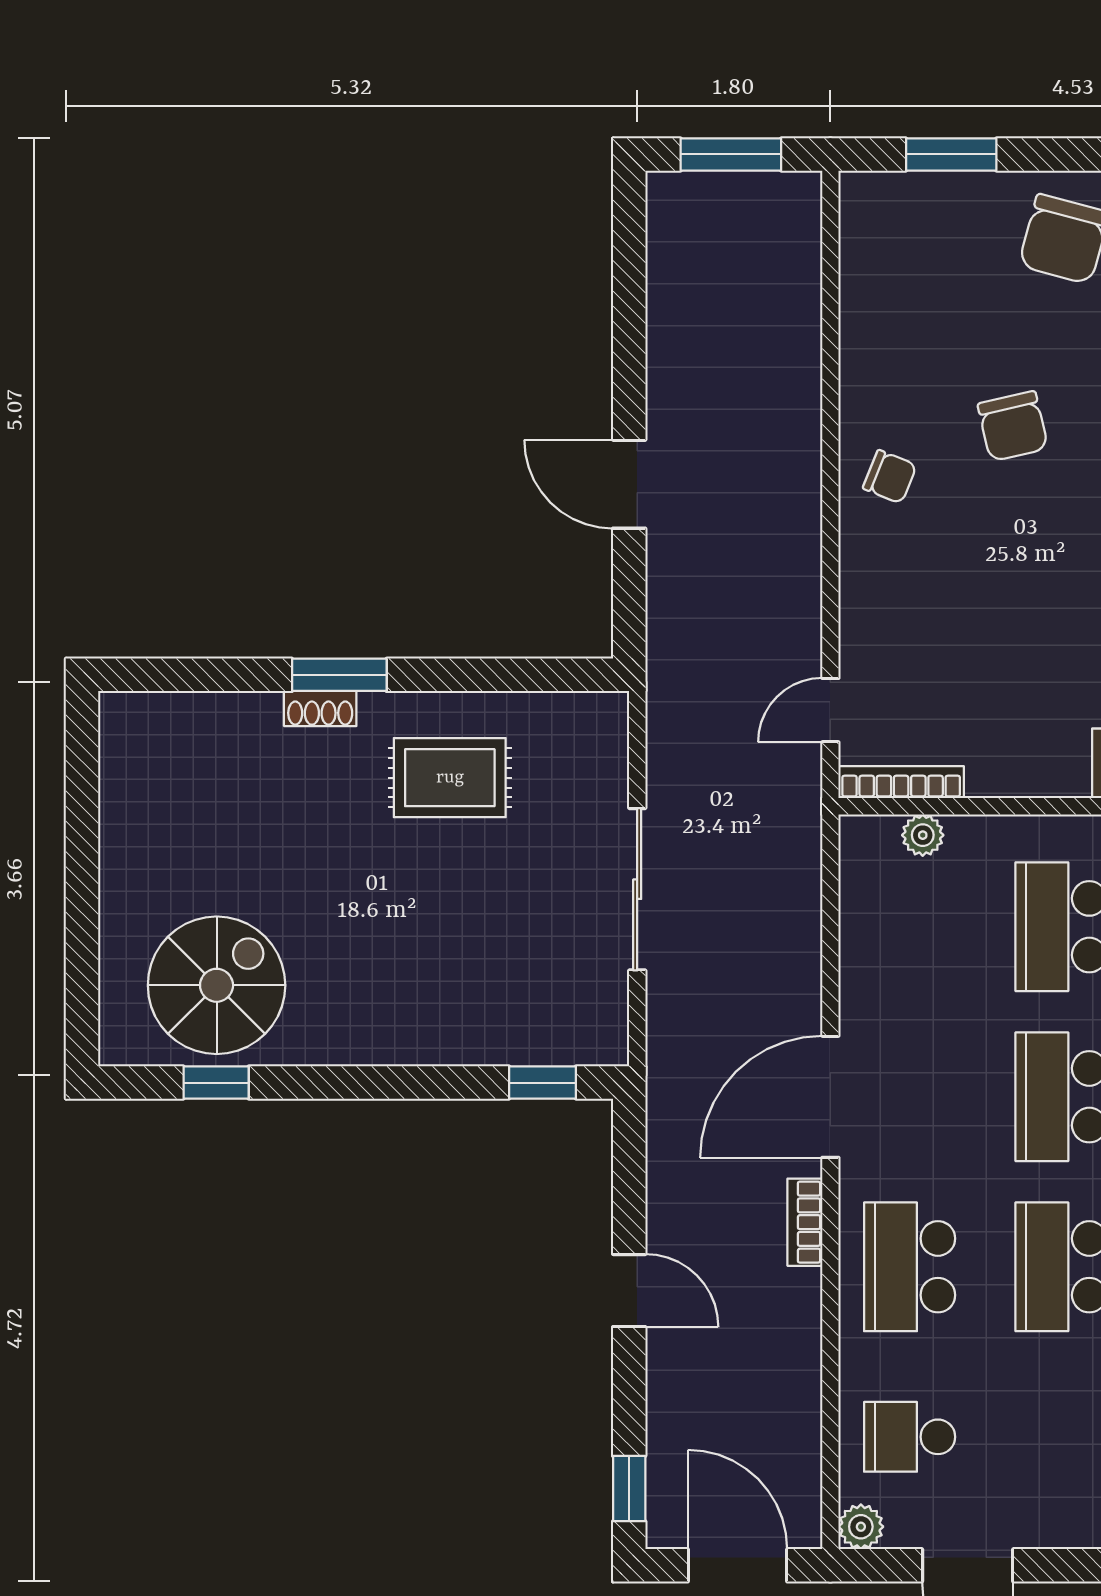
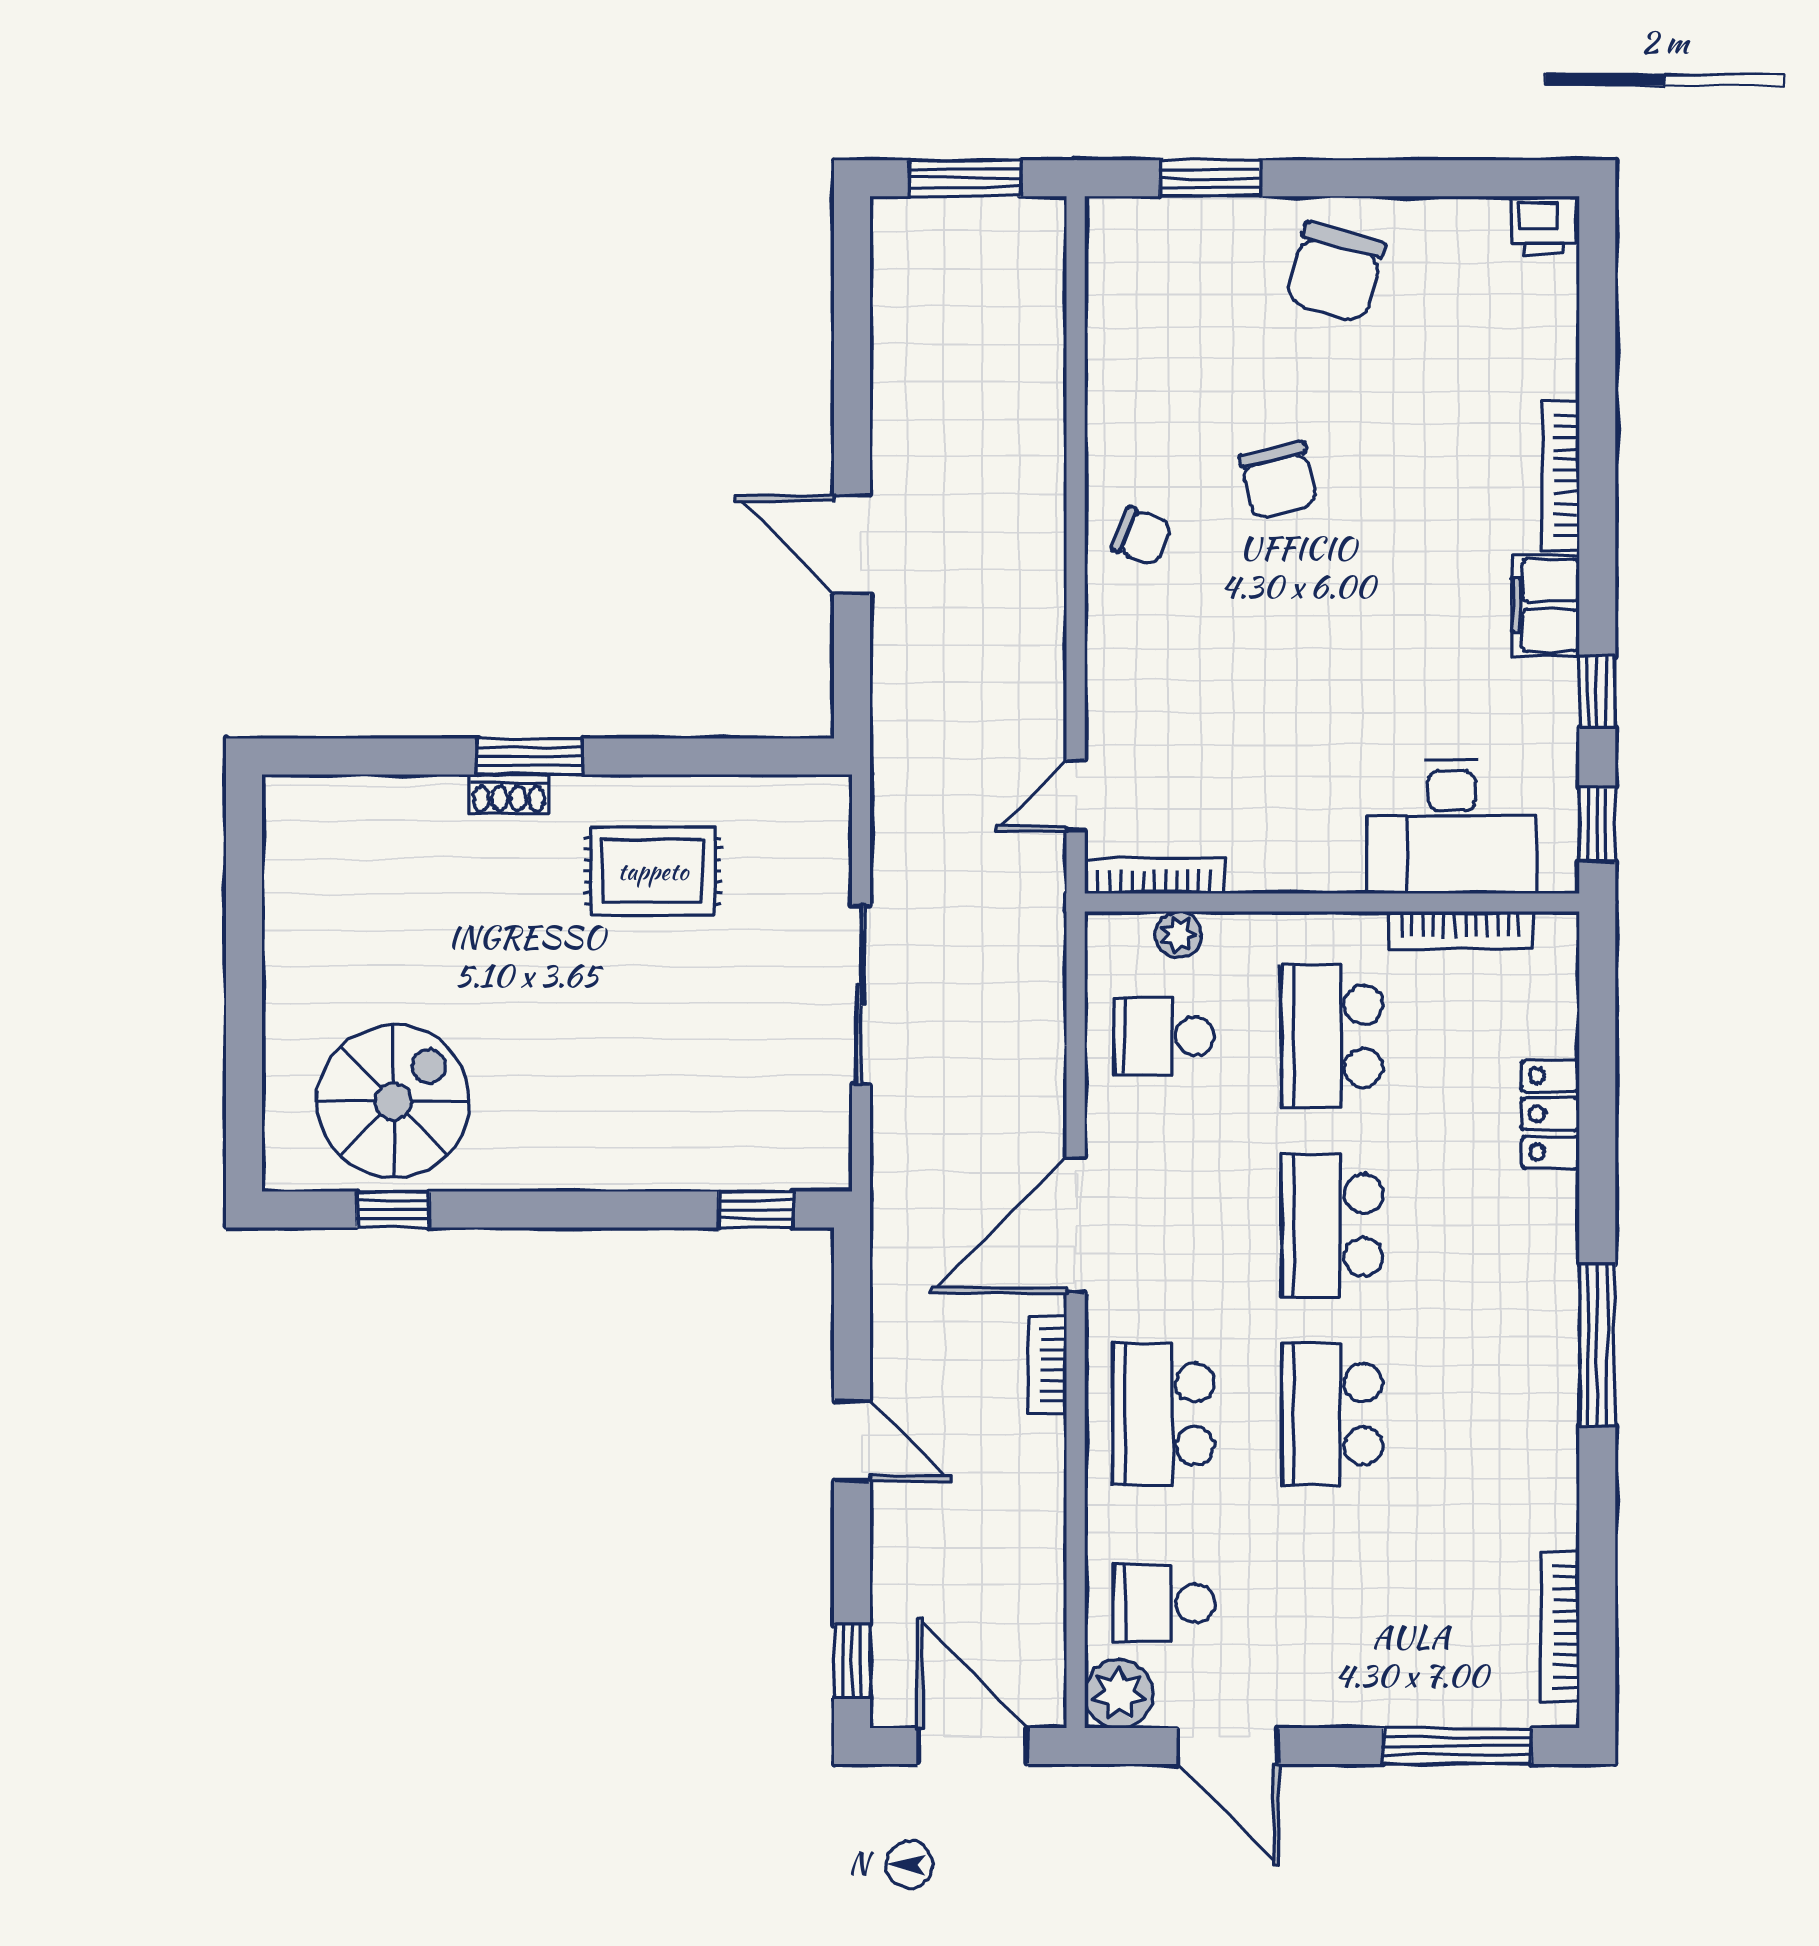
school desk: (910, 927) -> (1164, 1036), added
plant: (861, 1527) -> (1119, 1694), width x1.38, depth x1.38

